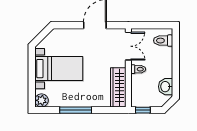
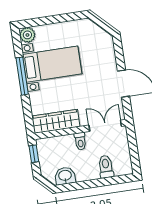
toilet: (163, 41) -> (106, 167), moved
double door: (128, 46) -> (105, 126), swing flipped
bed with nightstands: (59, 69) -> (52, 64), moved, turned -90

